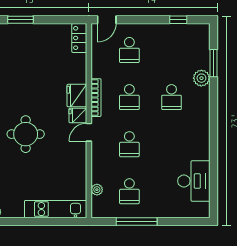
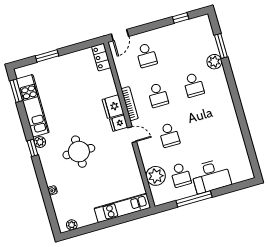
door: (89, 132) -> (132, 135), swing flipped
desk: (194, 181) -> (211, 176), moved, turned 90
plant: (97, 190) -> (156, 176), width x1.88, depth x1.88

